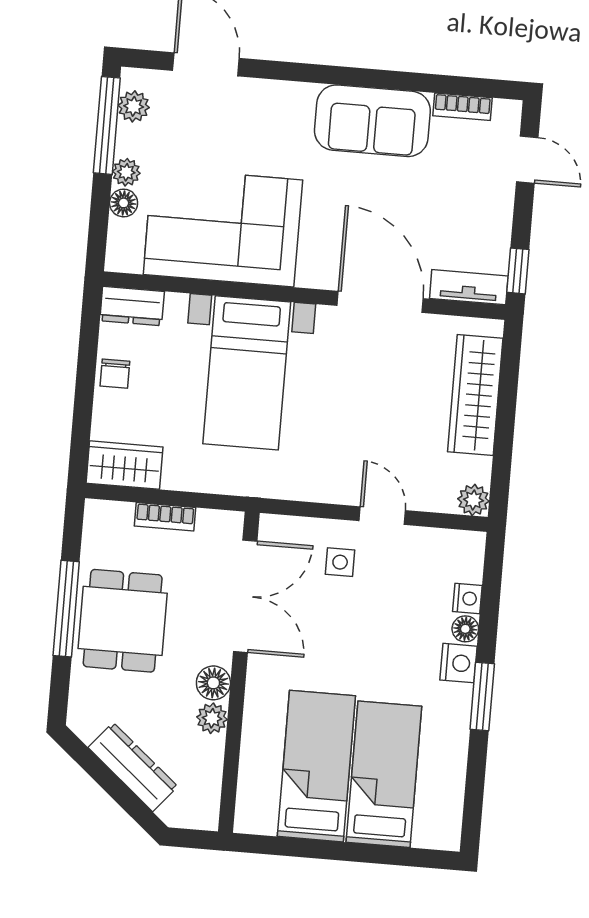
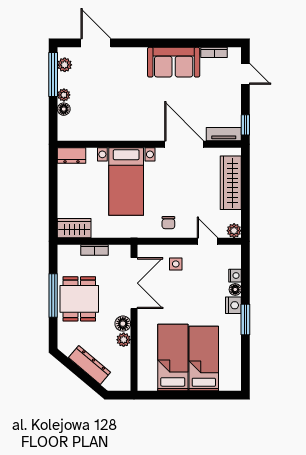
corner sofa: (223, 227) -> (110, 116), removed
chair: (115, 374) -> (168, 223), moved
door: (382, 516) -> (207, 241), moved

